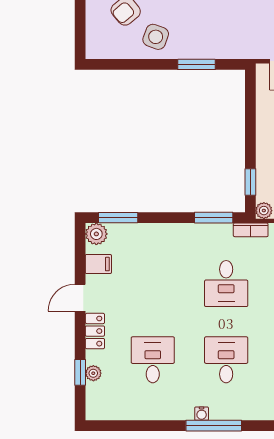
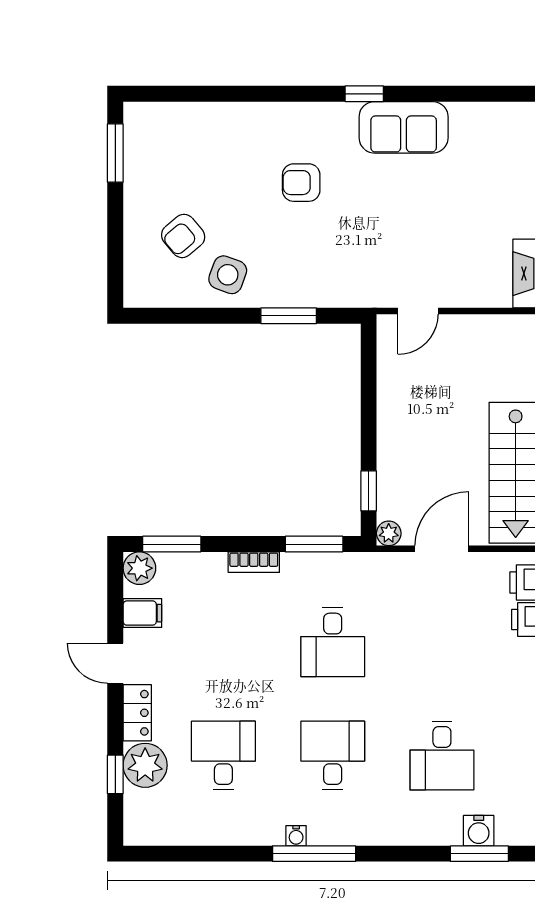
bookcase: (251, 230) -> (254, 562), moved
door: (80, 298) -> (115, 663), hinge flipped
plant: (93, 373) -> (145, 765), width x1.88, depth x1.88

